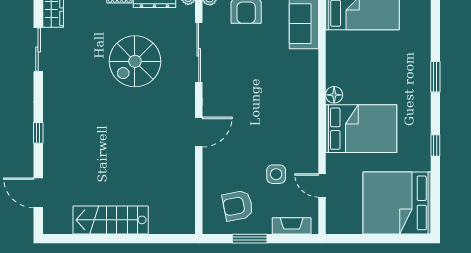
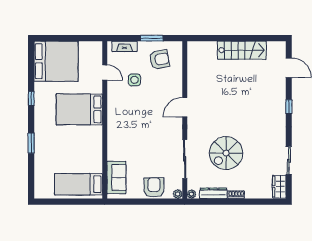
spiral stairs: (135, 61) -> (226, 153), turned 180
floor lamp: (334, 95) -> (97, 131), removed

